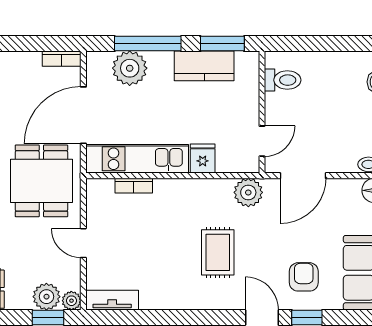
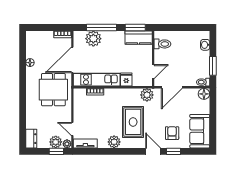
kitchen counter: (204, 66) -> (139, 38), moved
door: (83, 243) -> (72, 129), moved
rug: (218, 252) -> (133, 122), width x1.36, depth x1.43
plant: (176, 296) -> (114, 142), added

